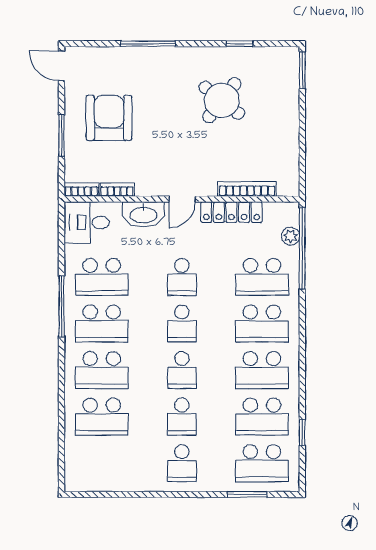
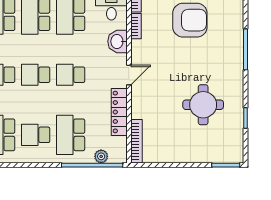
round table: (222, 100) -> (203, 105), turned -38
bookcase: (247, 189) -> (137, 141), moved
door: (182, 199) -> (129, 75), swing flipped
washbasin: (143, 214) -> (117, 41), width x0.72
school desk: (262, 323) -> (36, 135), width x0.54

